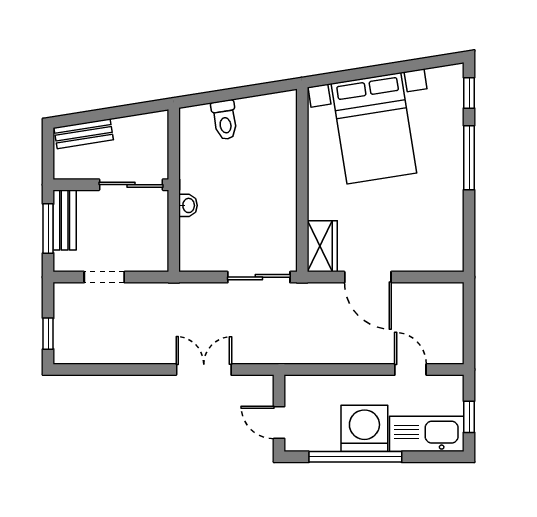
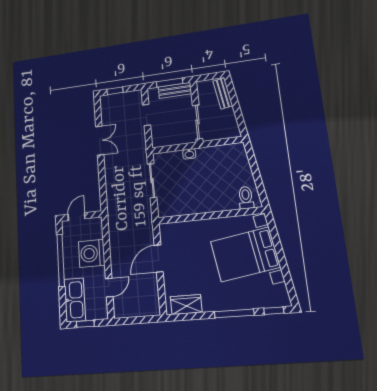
toilet: (225, 120) -> (246, 198), moved, turned 99
wardrobe: (322, 246) -> (186, 305), moved, turned 180
sliding door: (259, 277) -> (152, 181), moved
double door: (204, 370) -> (100, 141), moved
washing machine: (364, 428) -> (92, 253), moved, turned 180

